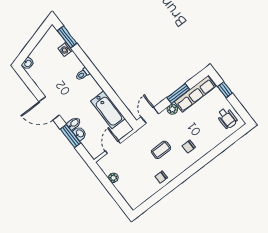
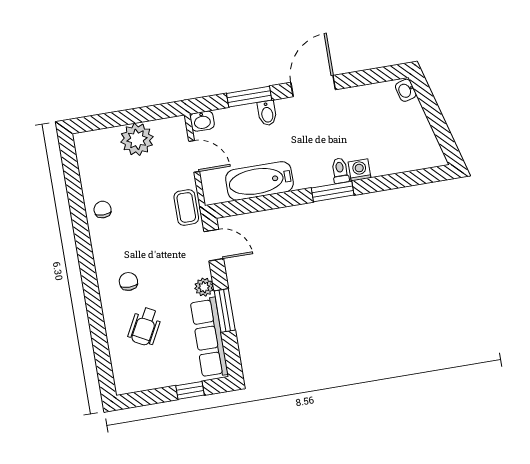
window: (67, 37) -> (333, 192), moved
washing machine: (65, 49) -> (360, 170), moved
wheelchair: (227, 118) -> (145, 326), moved, turned -62
washbasin: (80, 134) -> (202, 121), moved
coffee table: (161, 150) -> (186, 207), moved
plant: (113, 178) -> (137, 139), width x1.88, depth x1.88

